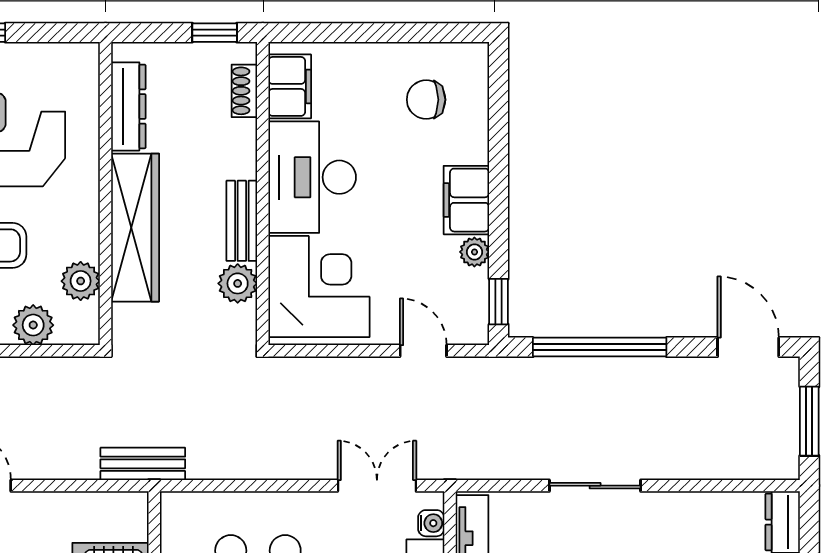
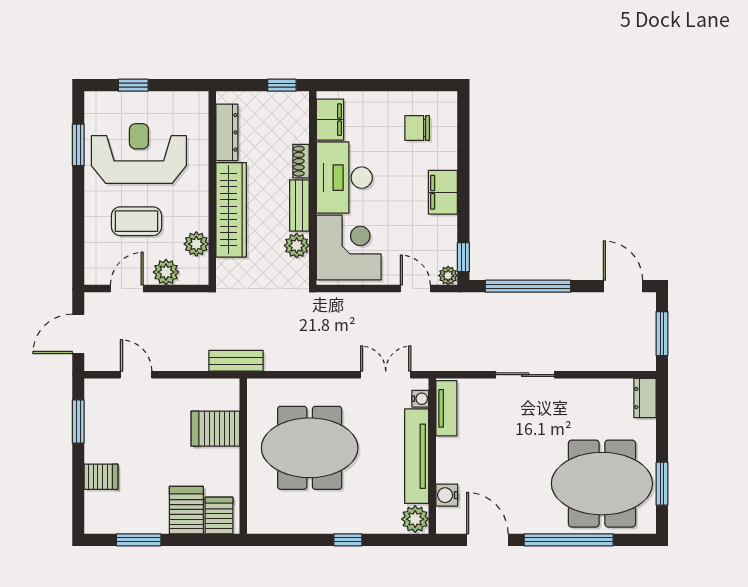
shoe rack: (244, 91) -> (301, 161), moved
plant: (474, 252) -> (448, 276), moved

